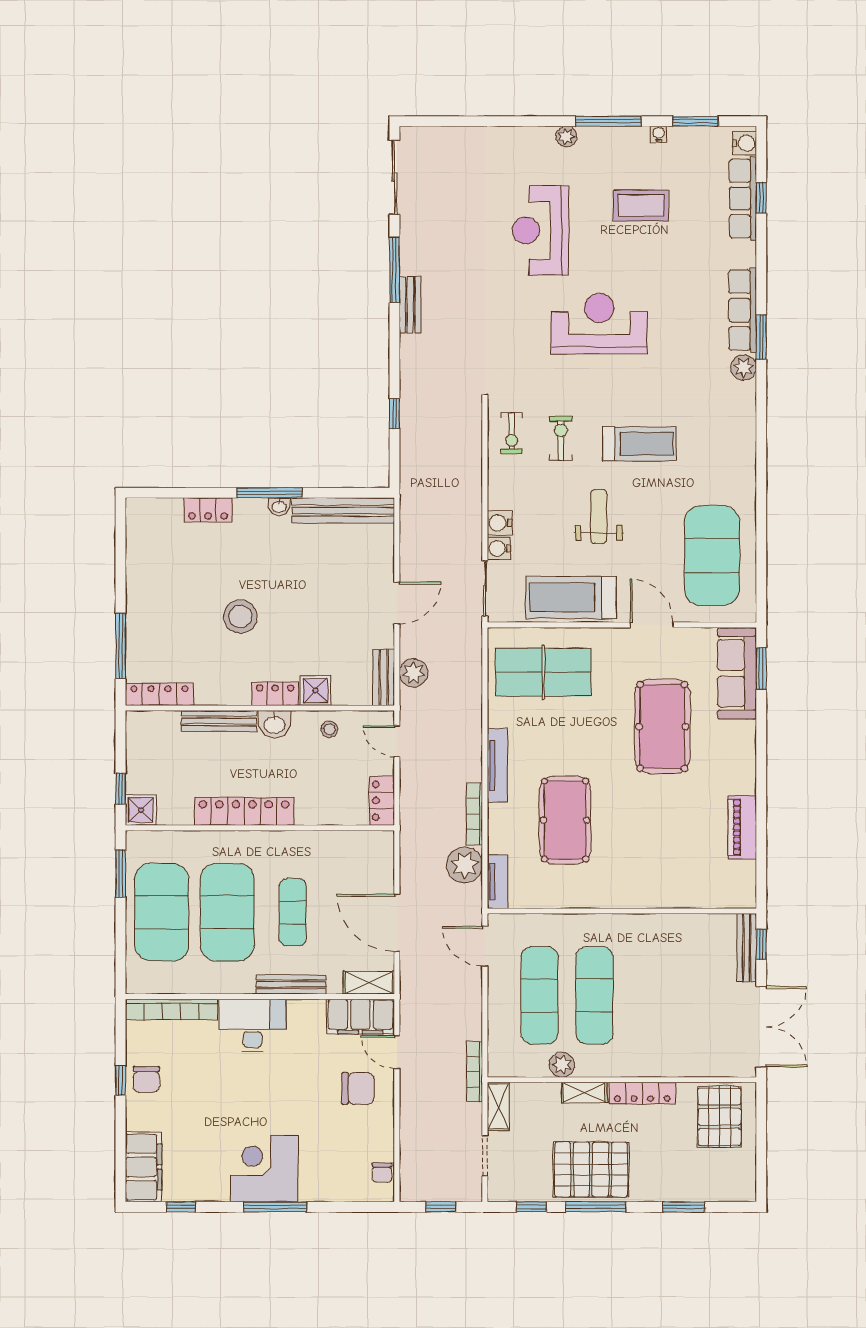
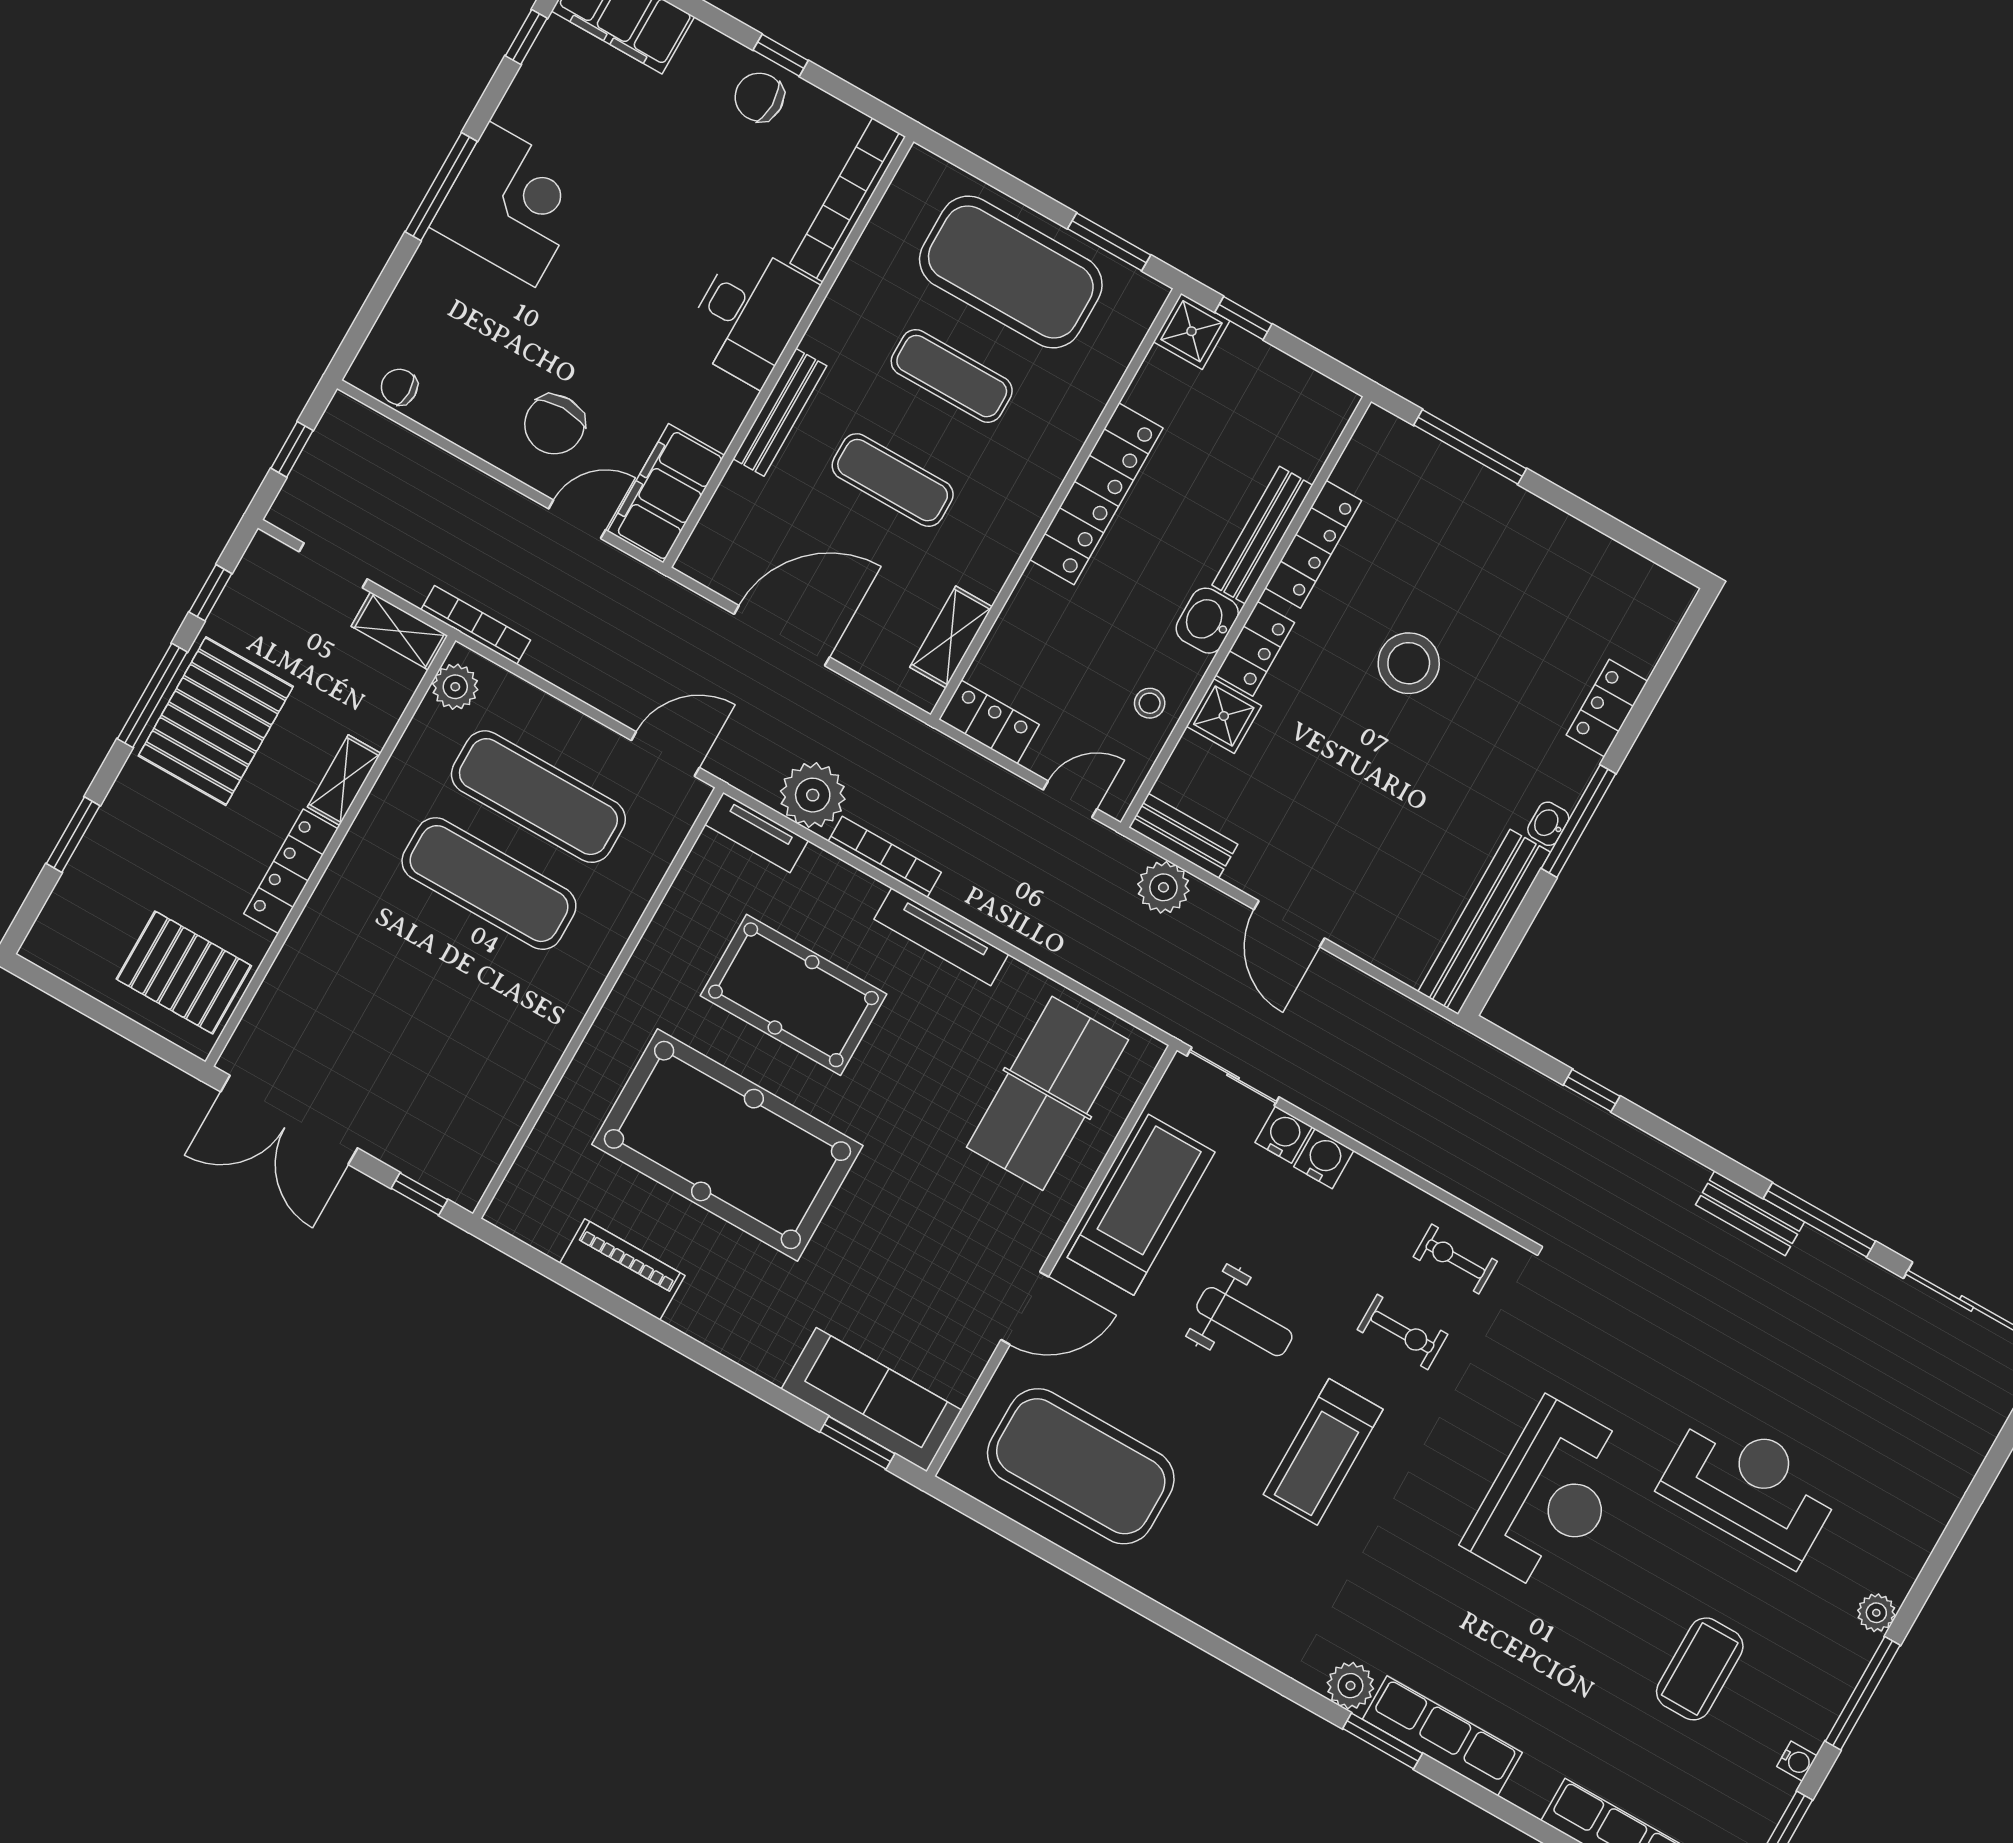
locker: (159, 694) -> (1313, 544), moved
pool table: (662, 726) -> (727, 1145), moved, width x1.36, depth x1.32
exercise mat: (227, 912) -> (952, 376), width x0.50, depth x0.69
bench: (747, 948) -> (427, 1168), removed
shelving: (369, 983) -> (951, 637), moved
plant: (562, 1065) -> (455, 687), moved

